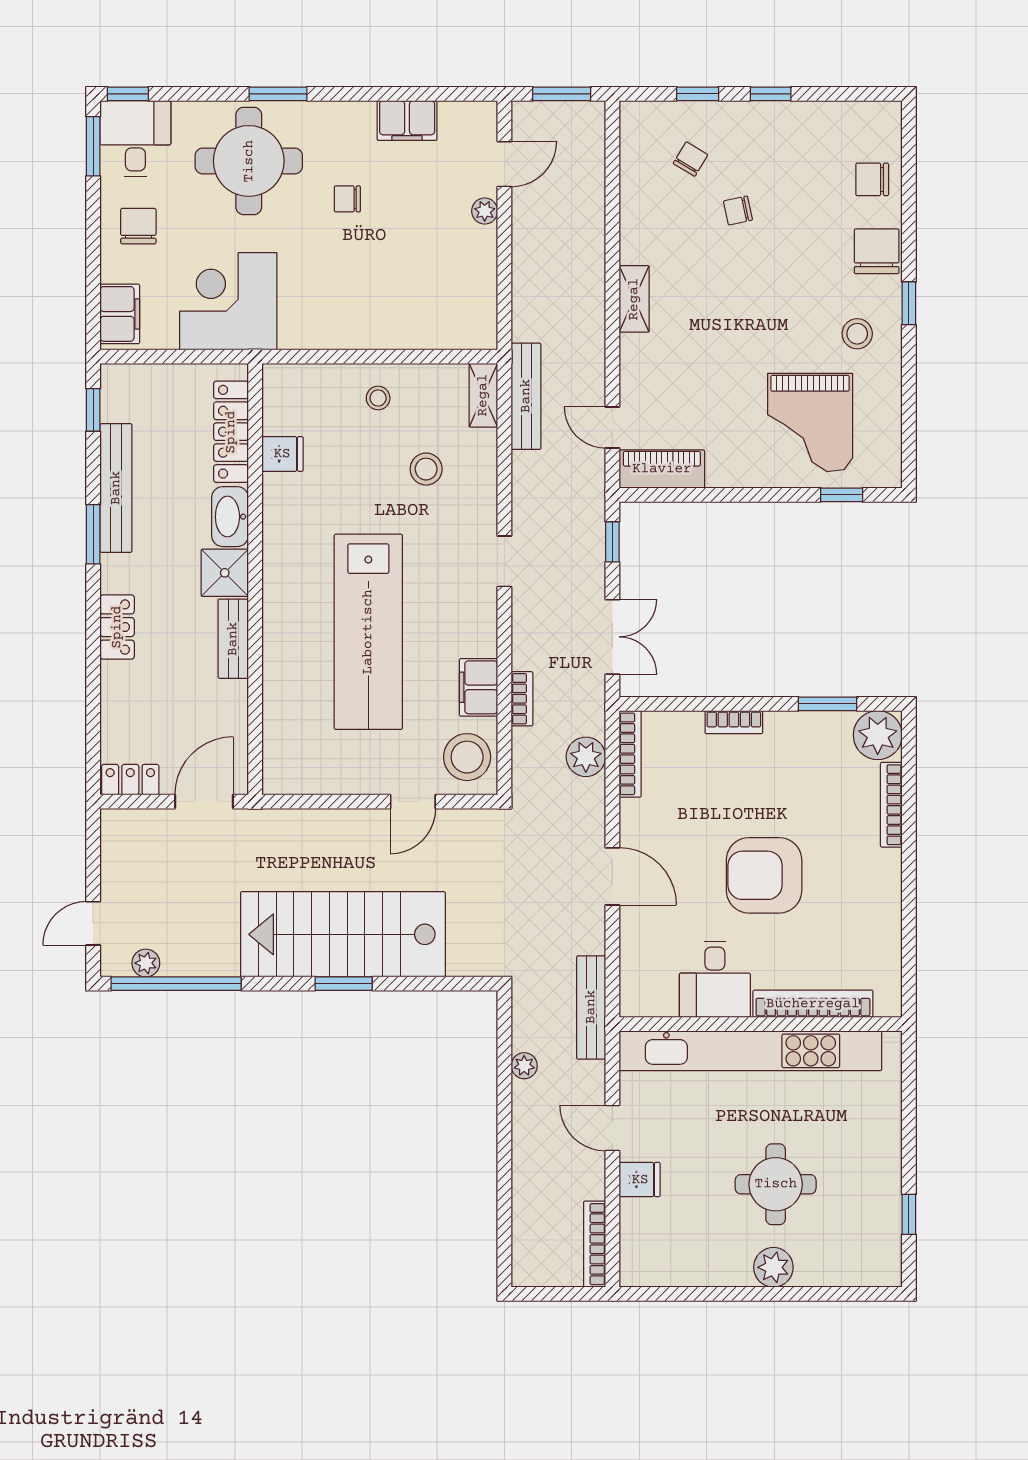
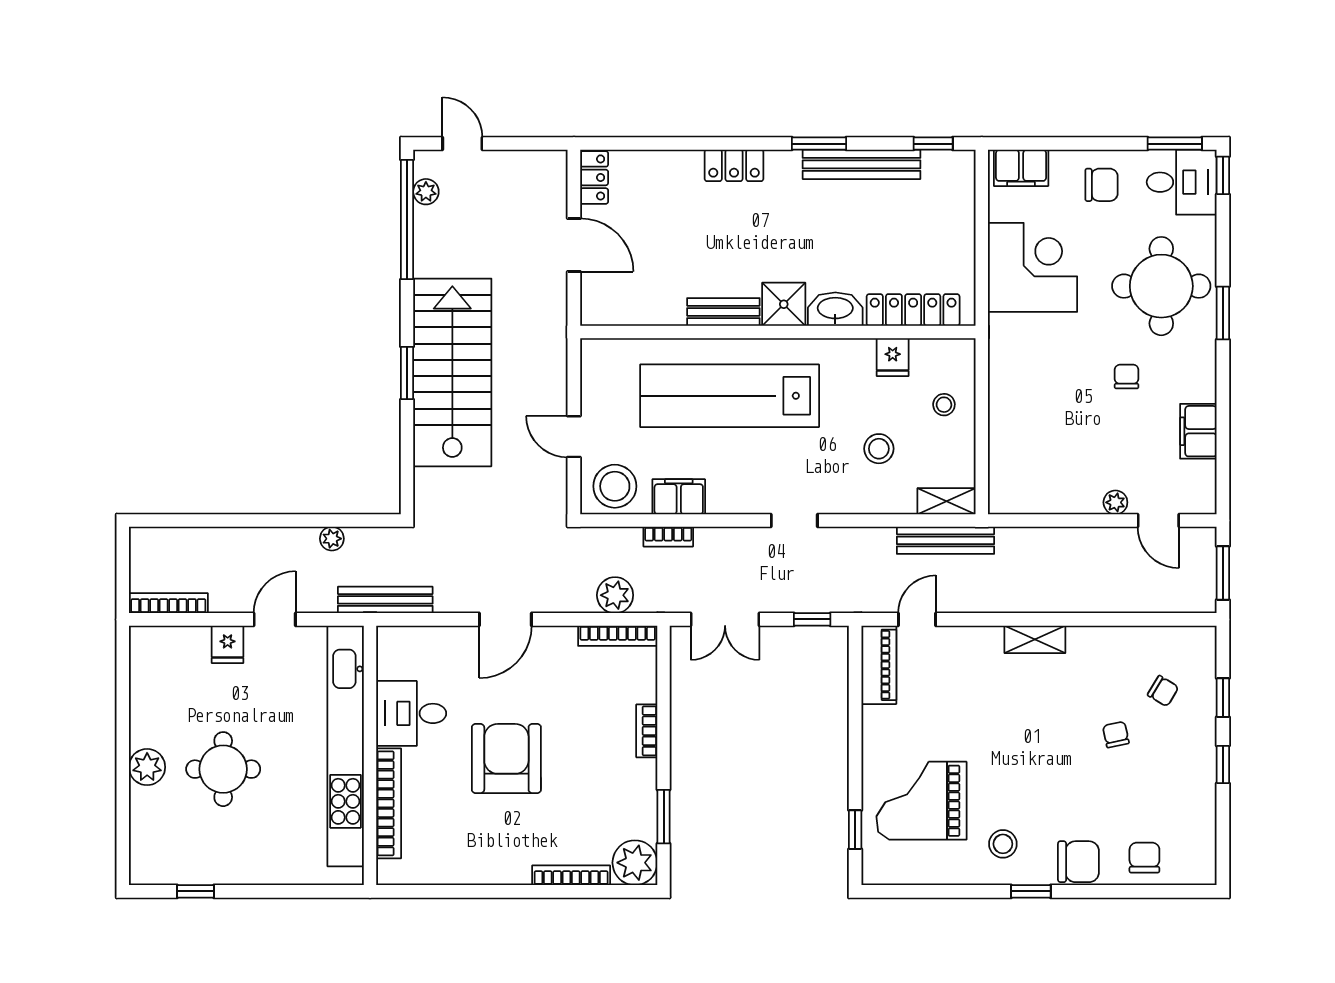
locker: (231, 432) -> (913, 310), moved
fridge: (282, 454) -> (893, 357), moved
washbasin: (230, 517) -> (835, 309), moved
shower: (225, 573) -> (784, 304), moved
wall: (255, 579) -> (778, 332), moved
bench: (233, 639) -> (723, 312), moved

